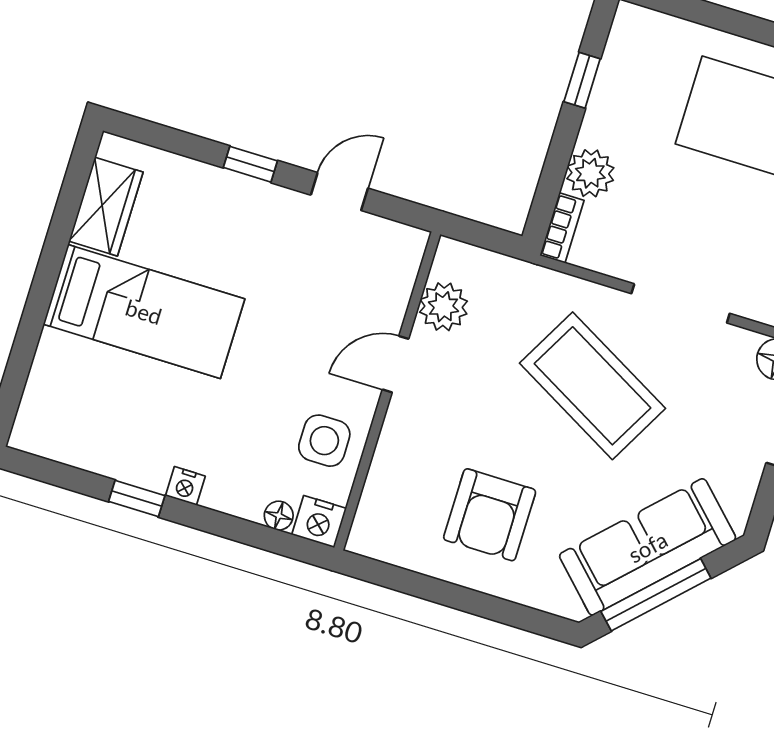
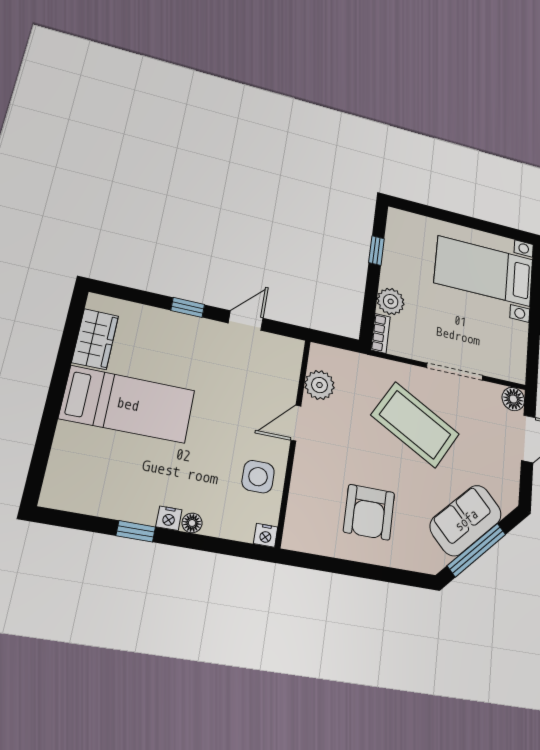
floor lamp: (279, 516) -> (192, 523), moved
nightstand: (319, 522) -> (266, 535), width x0.72, depth x0.74
sofa: (648, 547) -> (466, 520), width x0.73

